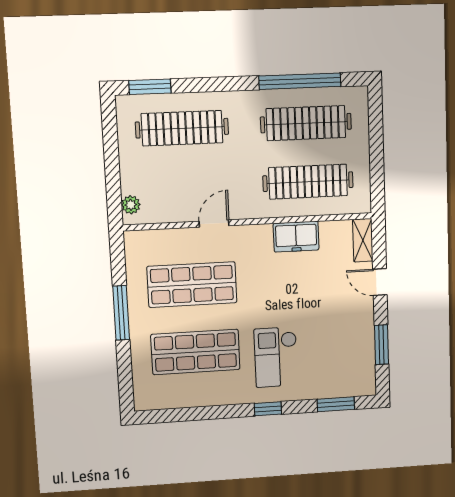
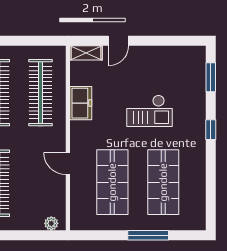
window: (121, 313) -> (148, 235), moved
window: (381, 345) -> (166, 41), removed
checkout: (276, 357) -> (150, 111), moved

